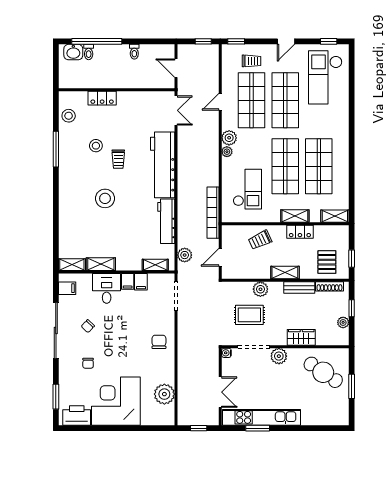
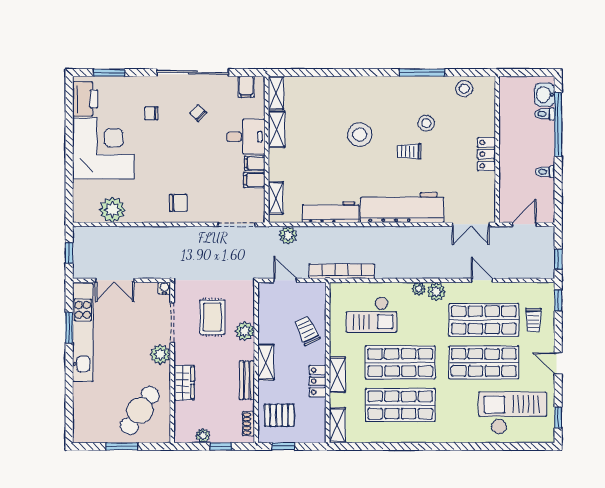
locker: (102, 98) -> (486, 154), moved
shoe rack: (329, 286) -> (248, 424), width x0.70

